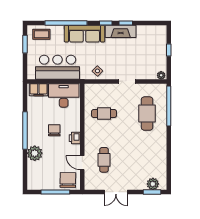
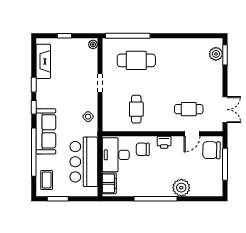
fireplace: (121, 31) -> (43, 61), moved
chair: (54, 130) -> (143, 149), moved
double door: (116, 192) -> (225, 110), moved

